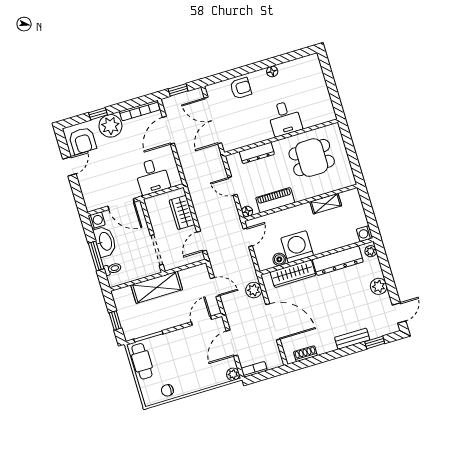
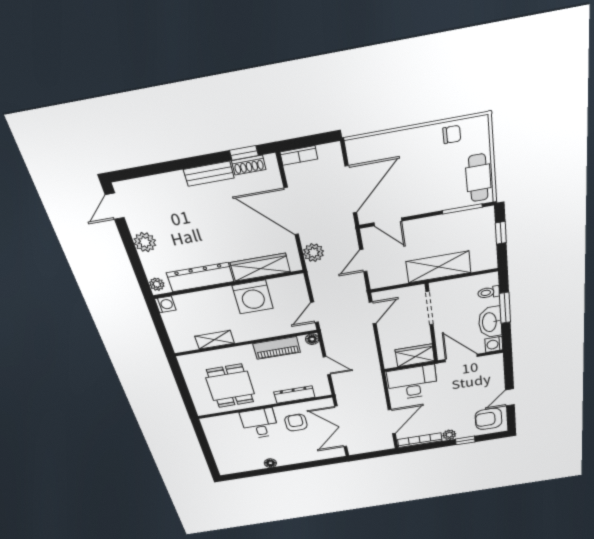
armchair: (241, 88) -> (296, 423), moved, turned 90
window: (178, 90) -> (375, 454), removed
double door: (213, 120) -> (341, 427), swing flipped
plant: (110, 126) -> (449, 435), width x0.53, depth x0.53
armchair: (83, 141) -> (489, 419), turned -90
dining table: (312, 158) -> (230, 386), turned 90
desk: (152, 176) -> (412, 383), width x1.37
wardrobe: (182, 212) -> (415, 355), moved, turned -90
boiler: (279, 259) -> (277, 285), removed
door: (215, 287) -> (363, 261), hinge flipped
door: (201, 321) -> (388, 222), hinge flipped
bench: (352, 339) -> (209, 174), moved
door: (232, 343) -> (351, 190), width x1.36
window: (375, 343) -> (244, 153), moved
bookcase: (254, 369) -> (299, 155), moved
plant: (233, 374) -> (355, 147), removed

